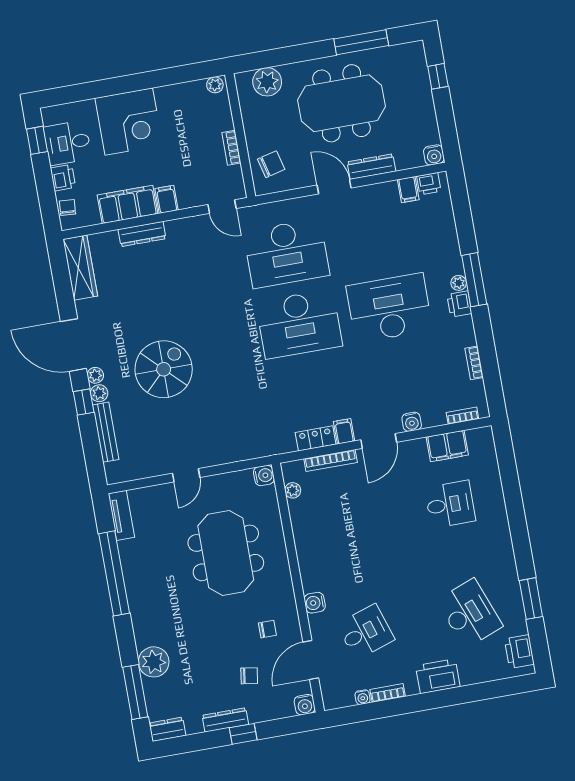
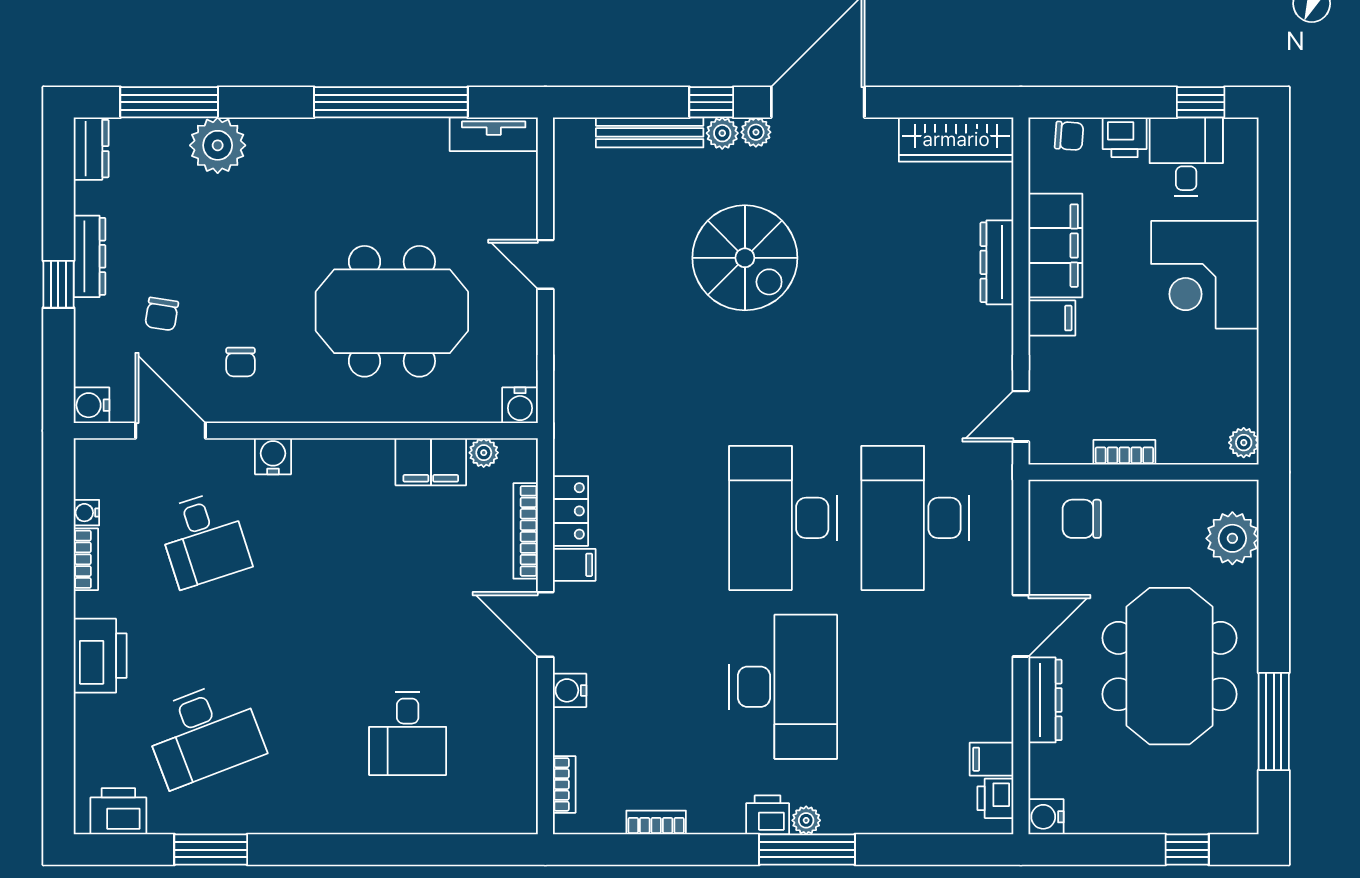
chair: (271, 164) -> (1082, 519), turned 104
filing cabinet: (447, 446) -> (431, 462), moved, turned -90

